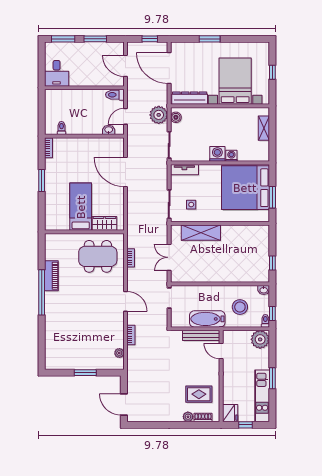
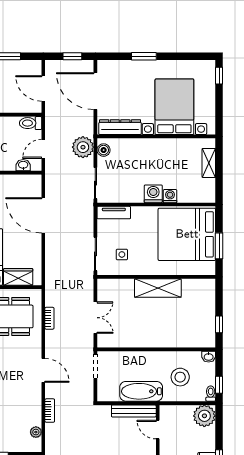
window: (272, 72) -> (219, 76), moved
shelving: (201, 233) -> (158, 288), moved
double door: (169, 257) -> (95, 318), swing flipped

